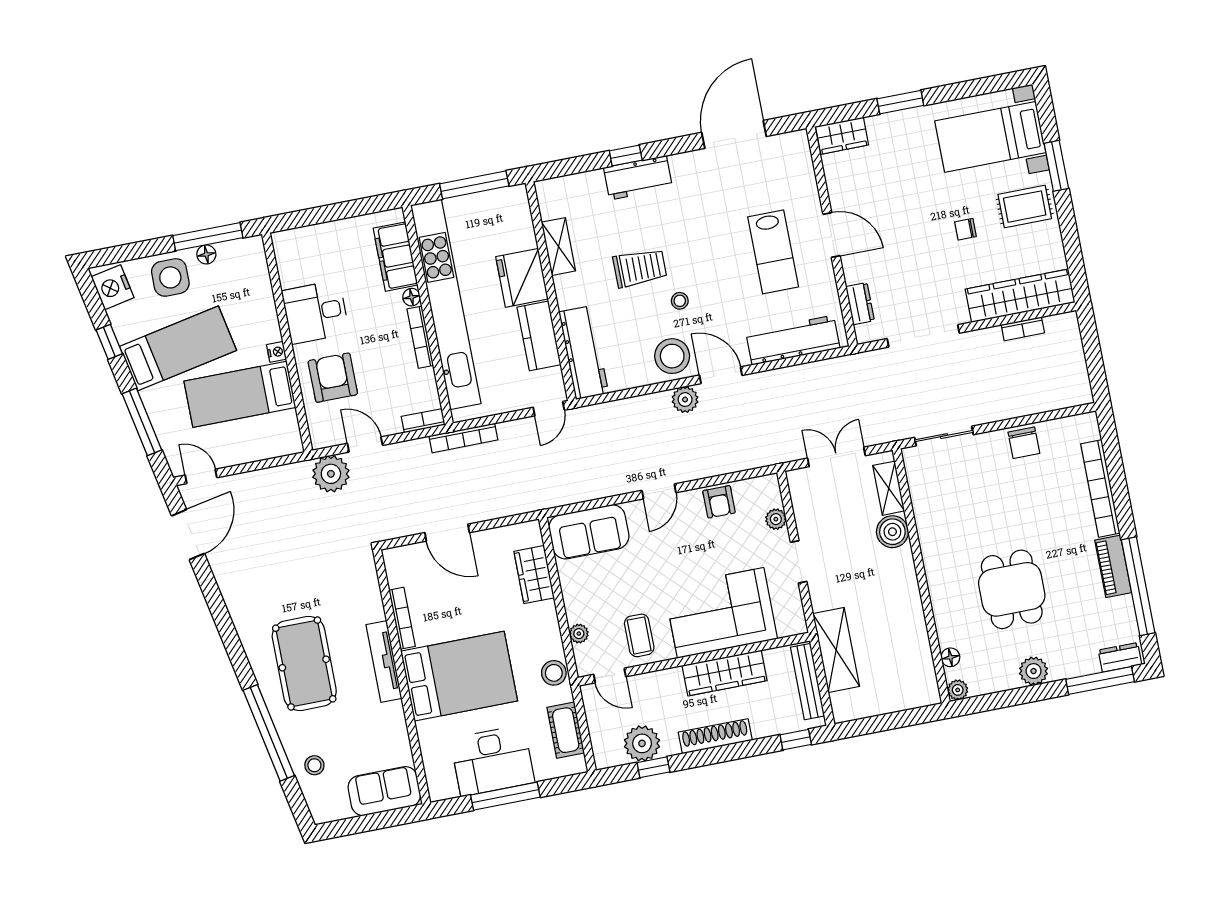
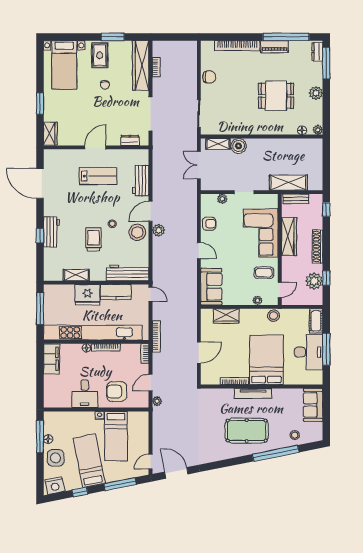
window: (1056, 166) -> (113, 37), moved
filing cabinet: (396, 257) -> (52, 359), moved, turned -90
workbench: (793, 340) -> (141, 181), width x0.73
plant: (331, 474) -> (157, 401), width x0.53, depth x0.53
bench: (808, 682) -> (296, 199), width x0.73
cot: (566, 730) -> (316, 321), moved, turned 90

